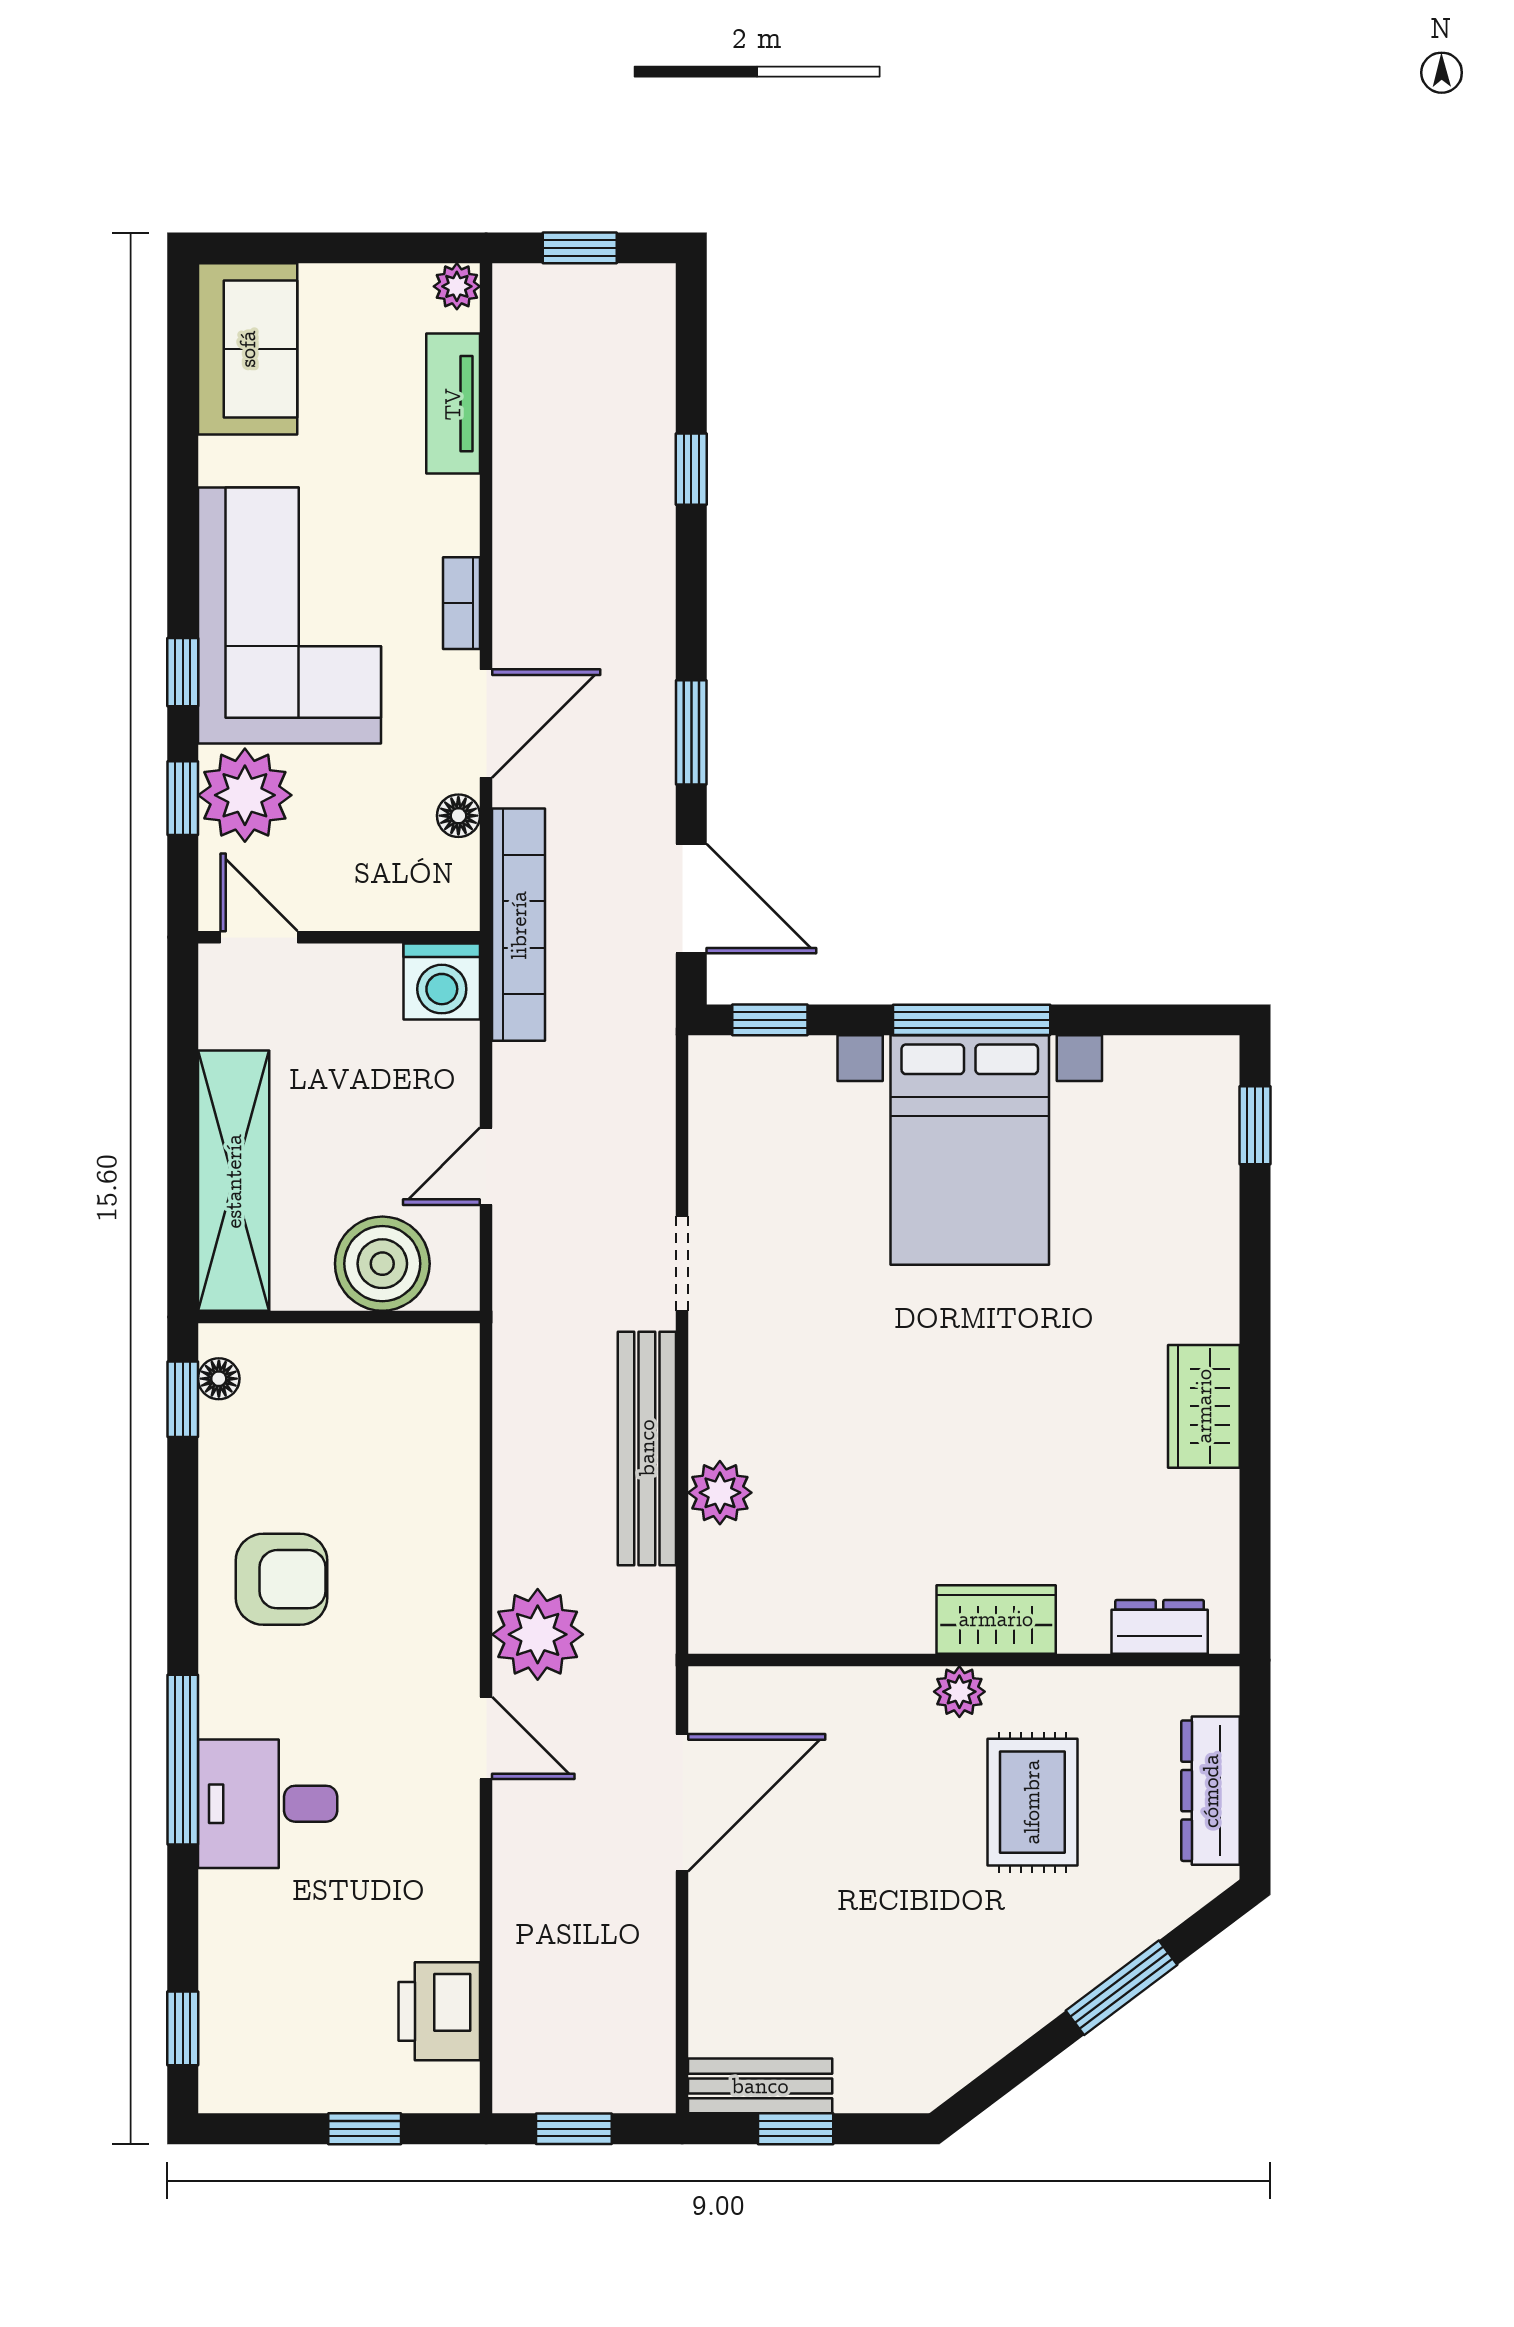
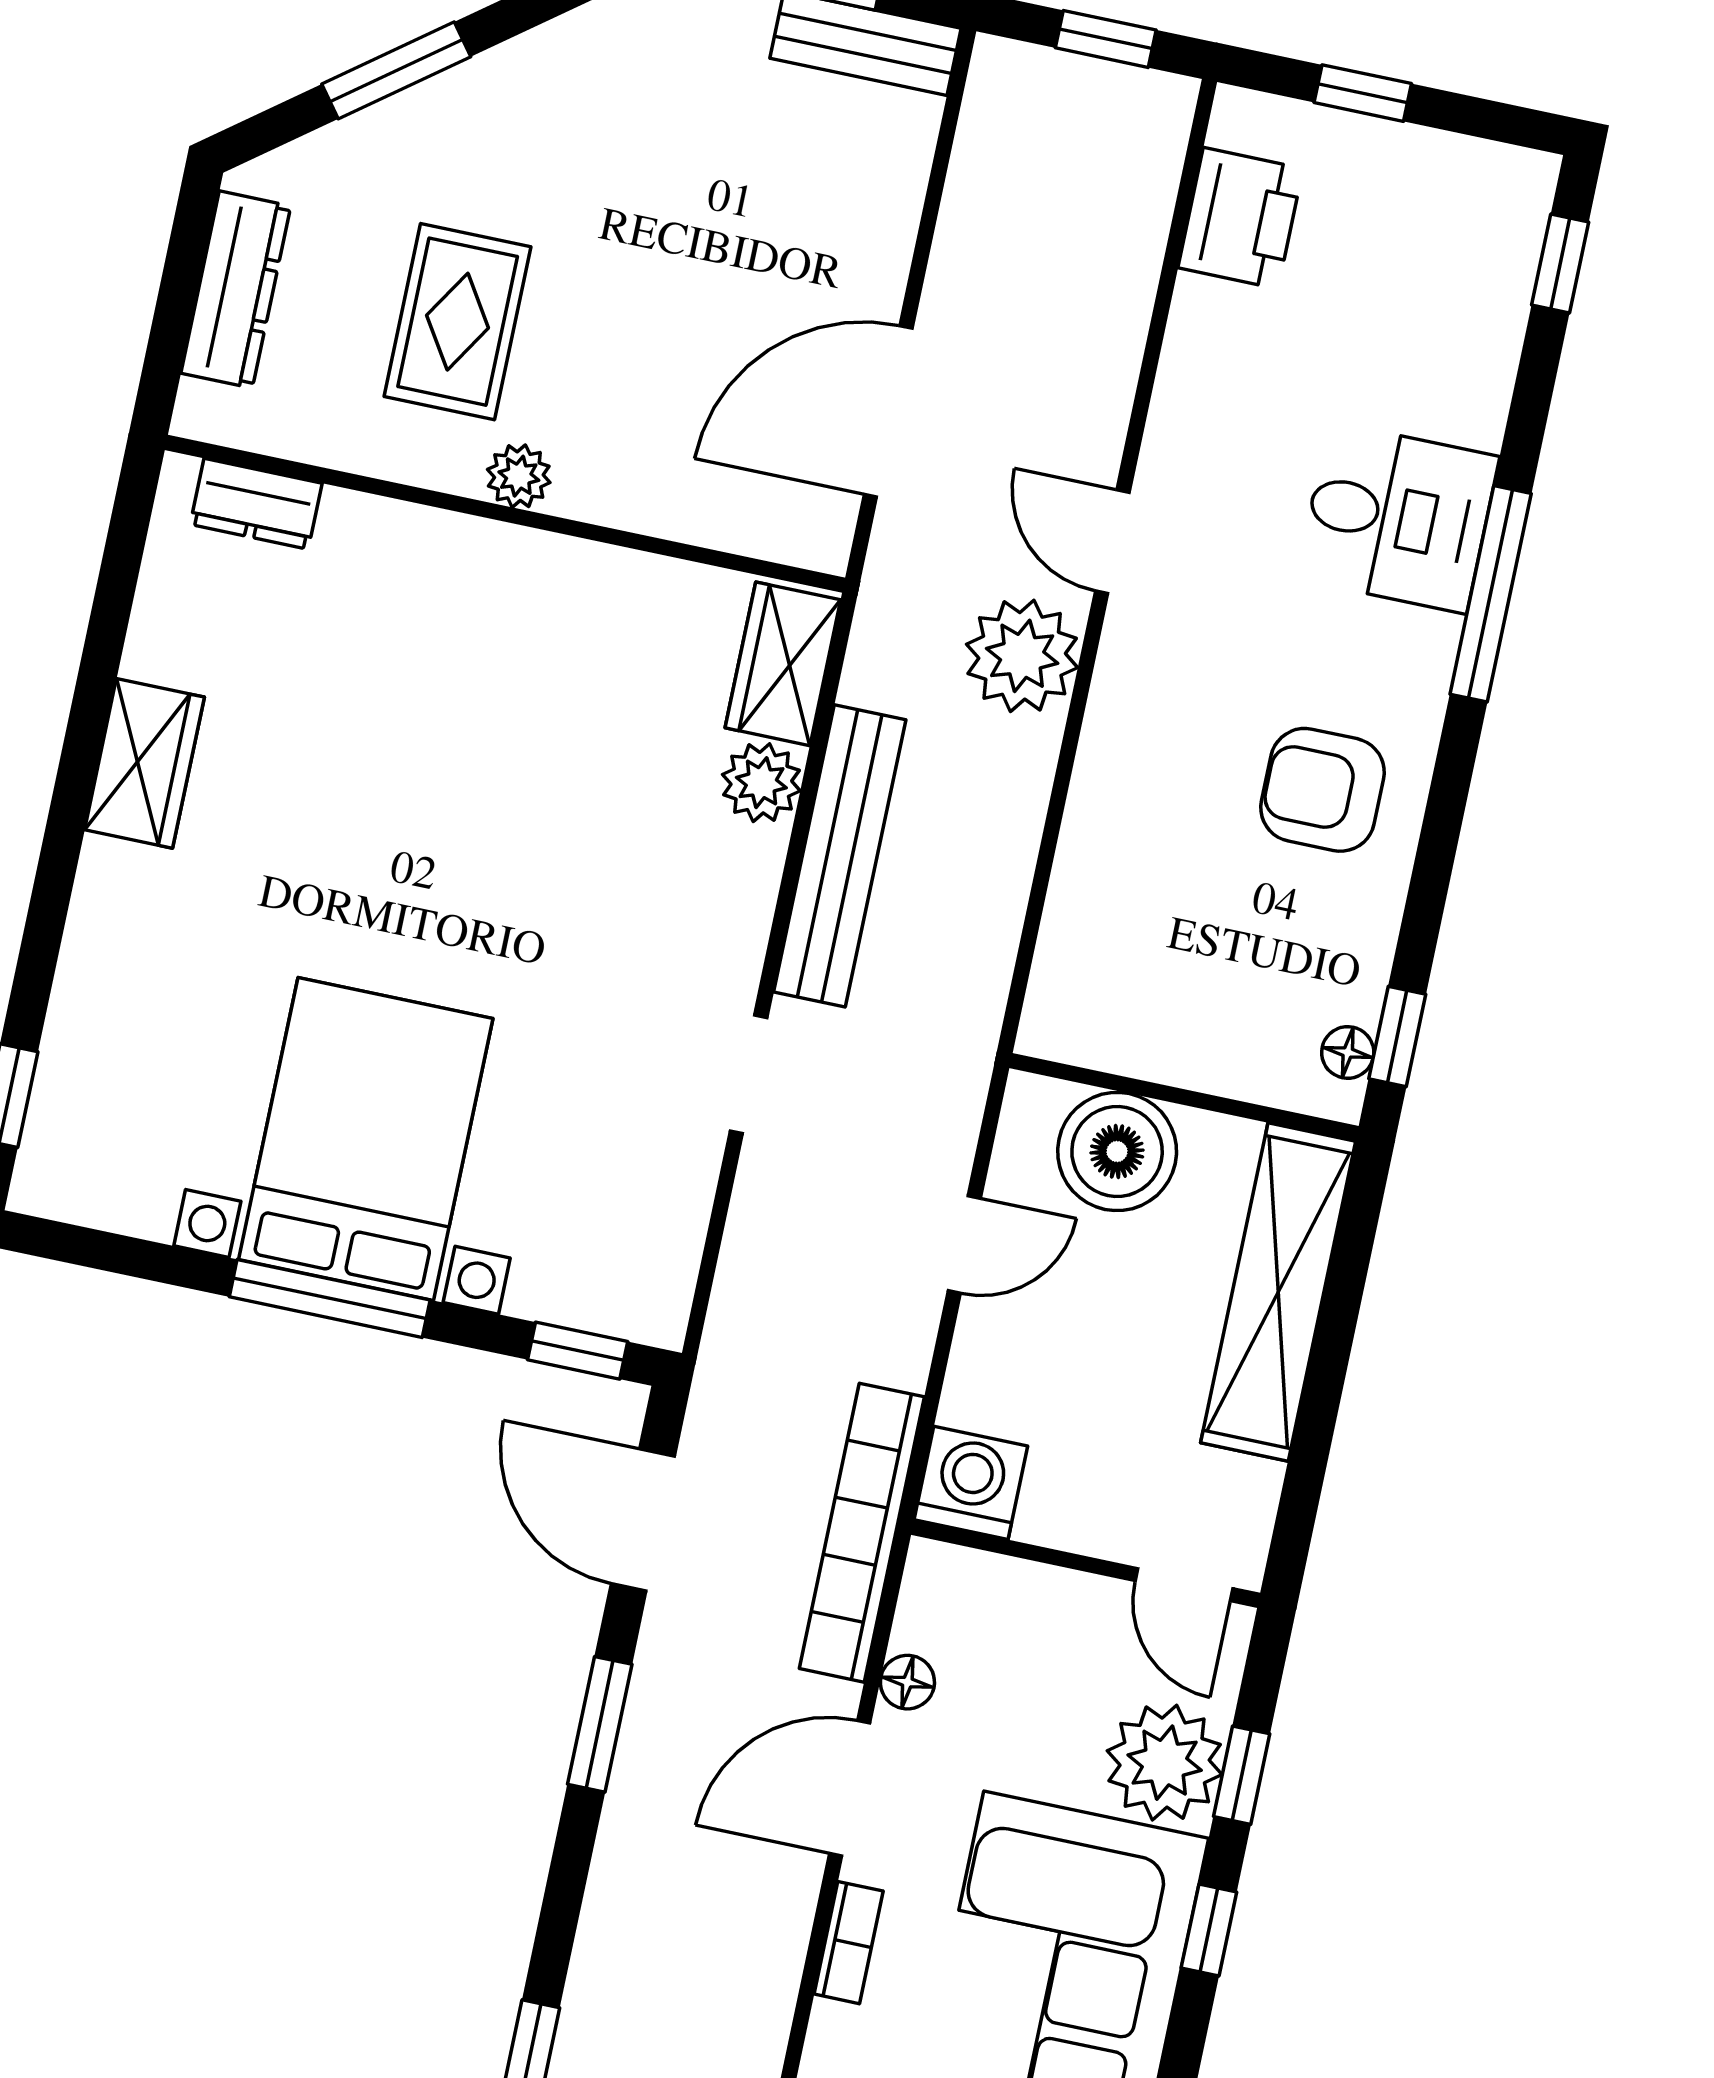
wardrobe: (996, 1619) -> (783, 664), moved, turned 90

